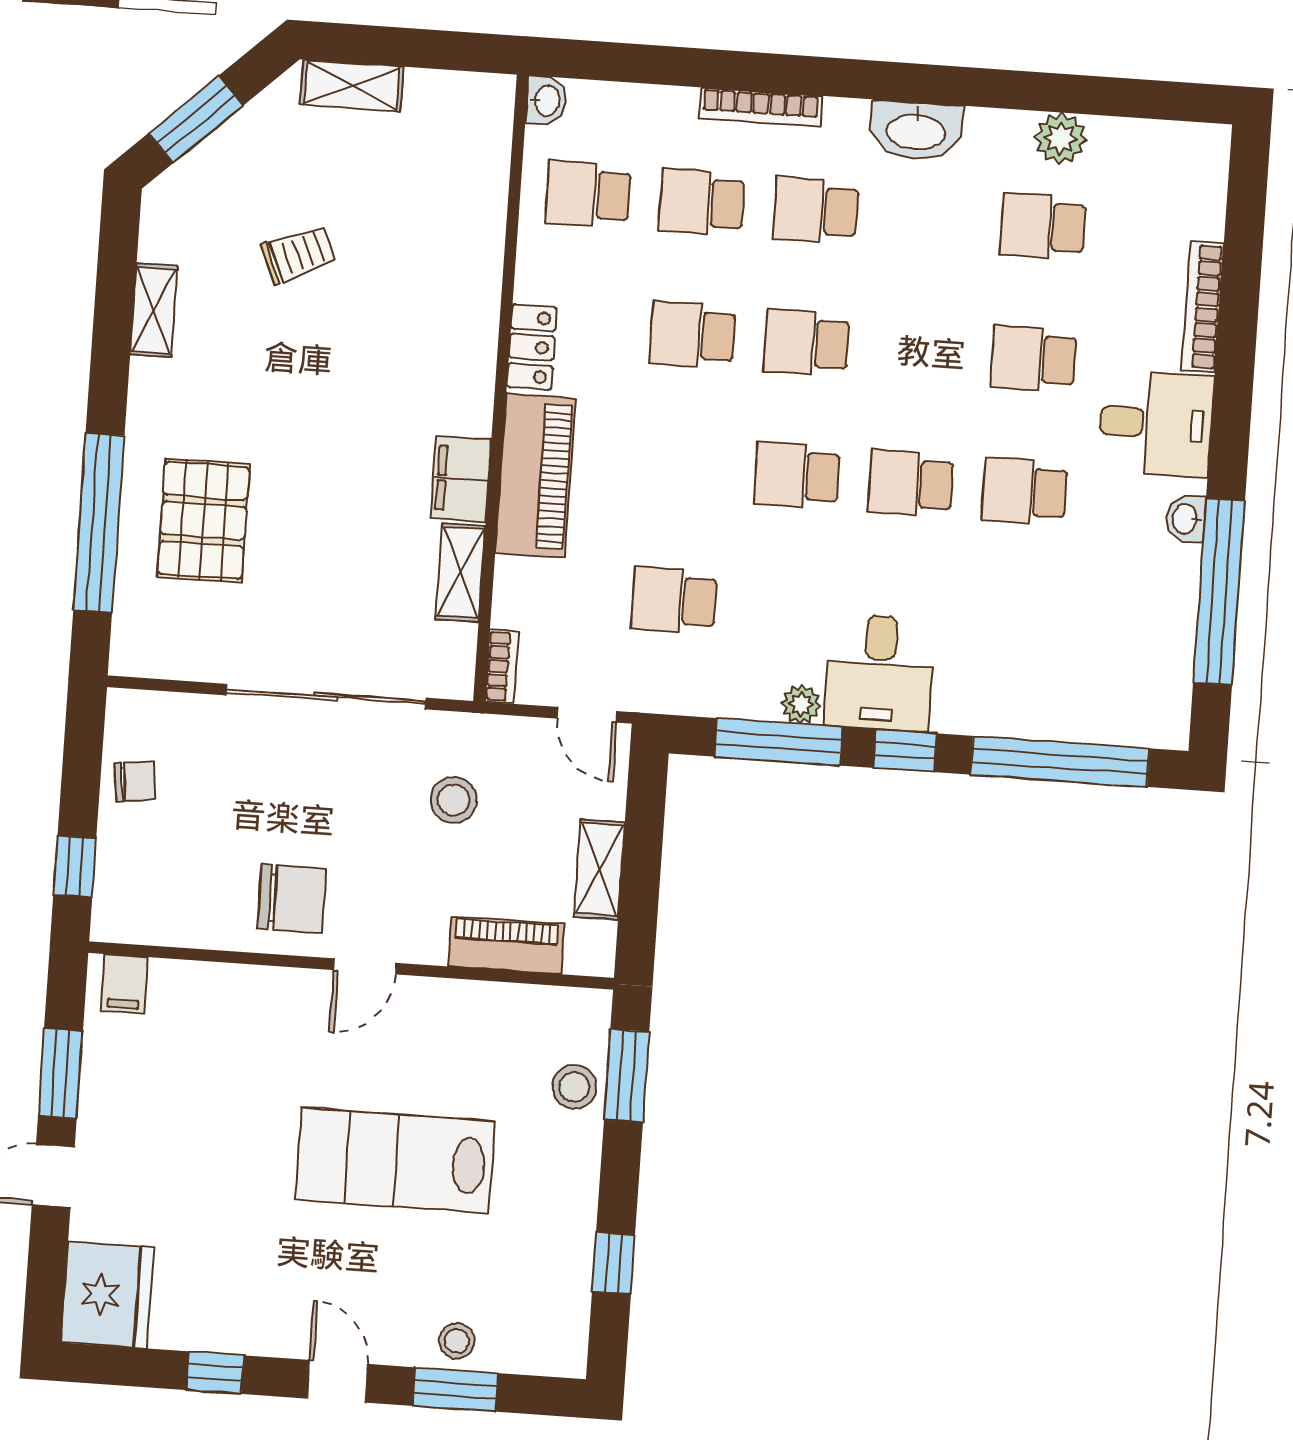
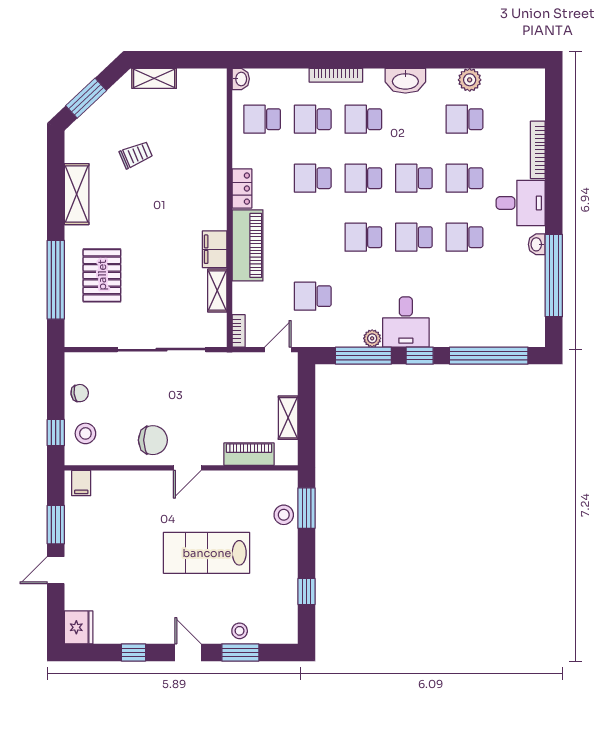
shelving: (154, 310) -> (77, 194), width x1.50, depth x1.33
school desk: (920, 351) -> (414, 178), added
door: (587, 715) -> (278, 350), swing flipped
stool: (454, 800) -> (85, 433), moved
fridge: (107, 1295) -> (79, 627), width x0.73, depth x0.75

